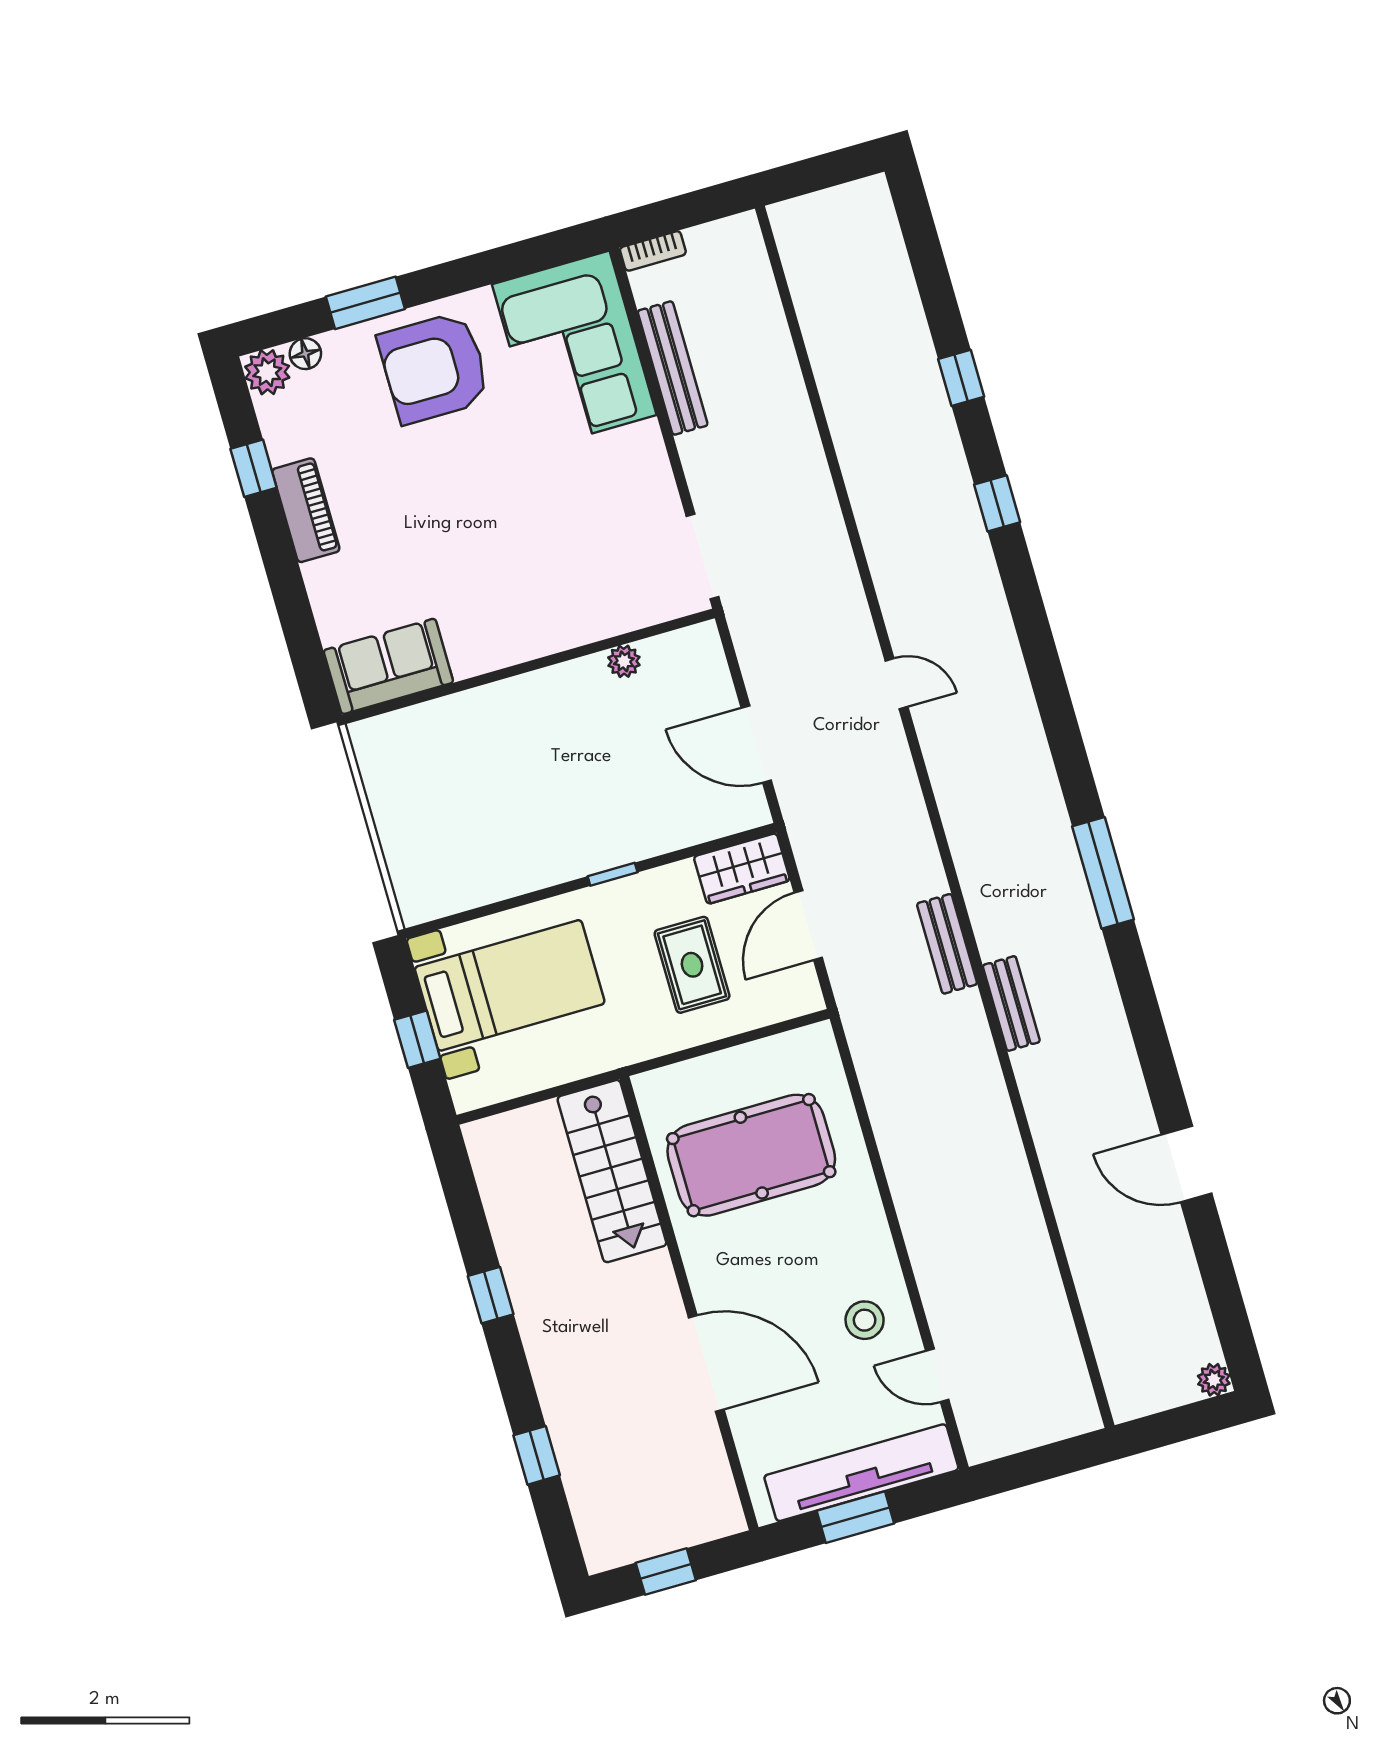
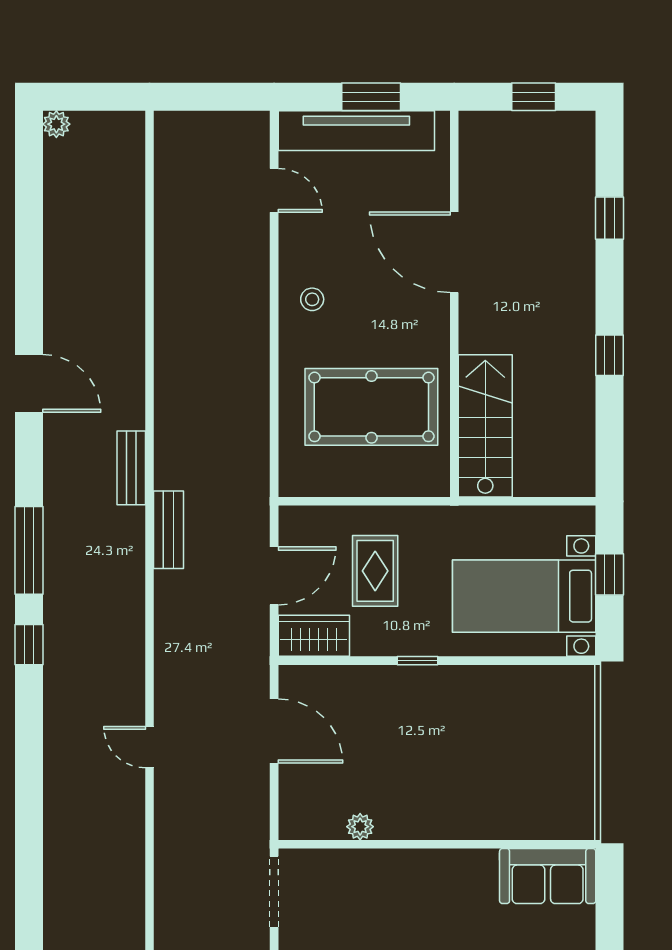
window: (997, 503) -> (29, 645), moved
door: (1187, 1164) -> (29, 383), moved
stool: (865, 1320) -> (312, 299), moved, width x0.73, depth x0.73

